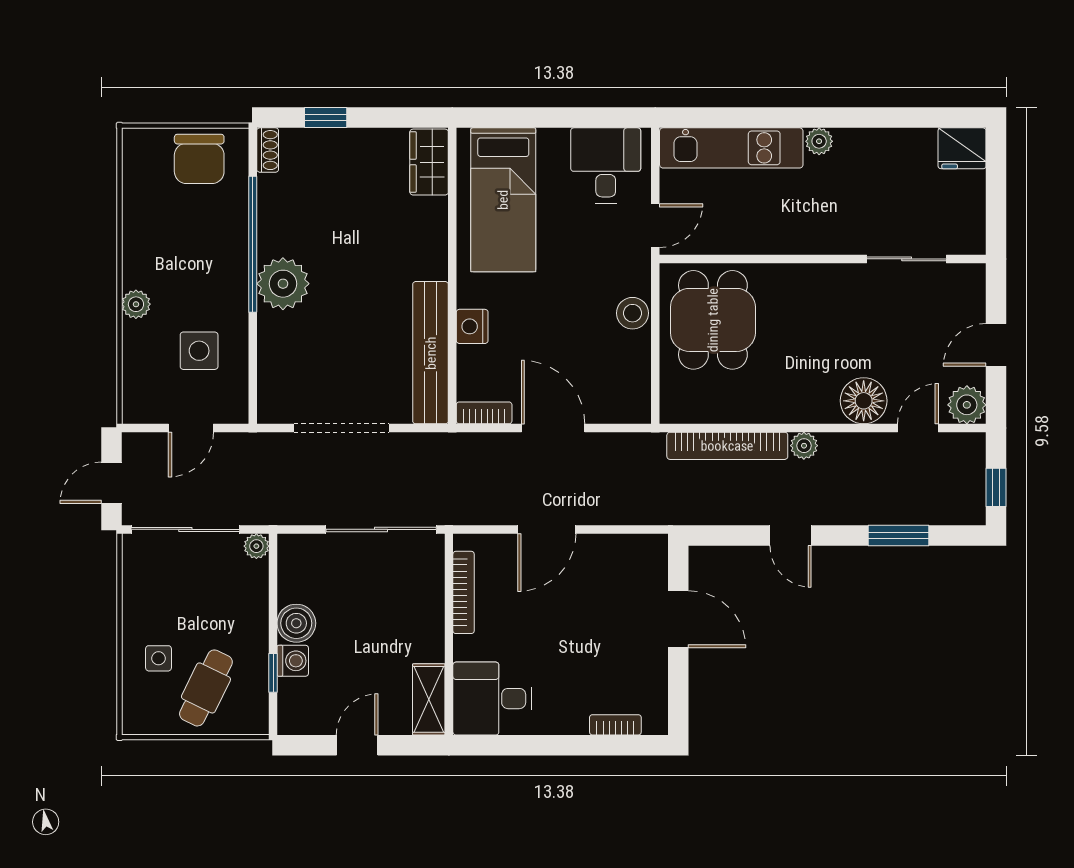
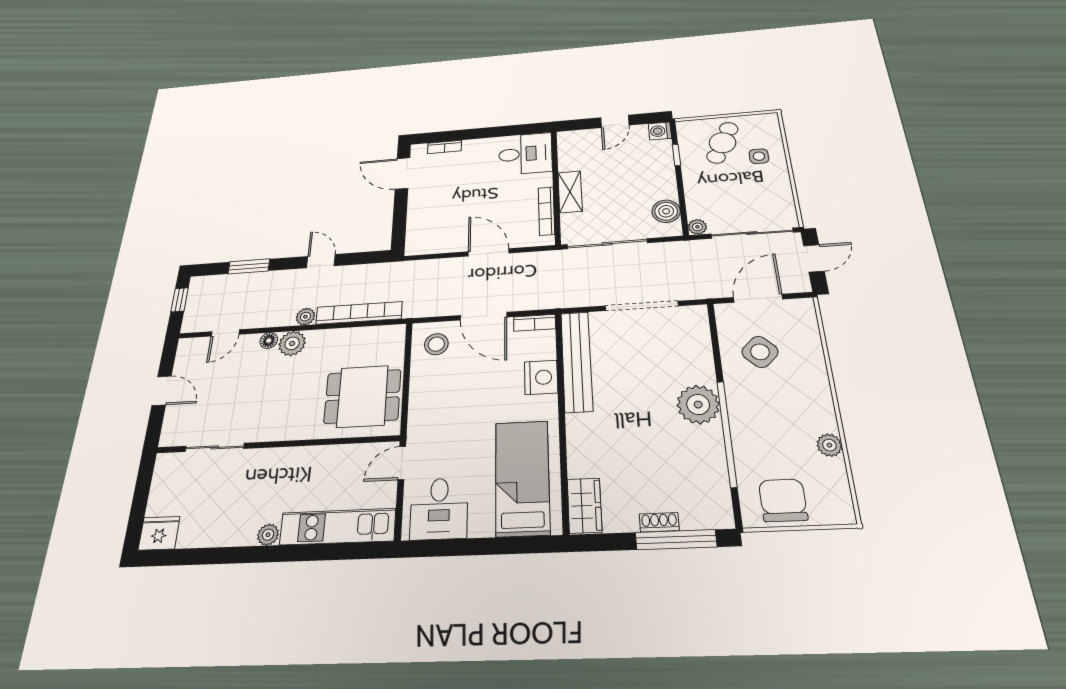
window: (326, 118) -> (676, 540), width x2.17
shoe rack: (268, 150) -> (659, 522), moved, turned 90
plant: (136, 304) -> (829, 445), moved
stool: (632, 313) -> (436, 344), moved
dining table: (713, 320) -> (362, 396), turned 90
nightstand: (472, 326) -> (541, 377), width x1.36, depth x1.33
door: (996, 345) -> (162, 391), hinge flipped
side table: (199, 351) -> (760, 352), turned 45
floor lamp: (864, 401) -> (269, 341), width x0.53, depth x0.53
plant: (967, 405) -> (292, 343), moved
door: (191, 428) -> (758, 298), width x1.38
door: (547, 529) -> (489, 252), hinge flipped
door: (678, 619) -> (403, 173), moved
boiler: (296, 623) -> (666, 211), moved
washing machine: (293, 661) -> (660, 131), moved
shelving: (429, 699) -> (570, 192), moved

